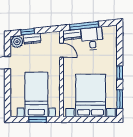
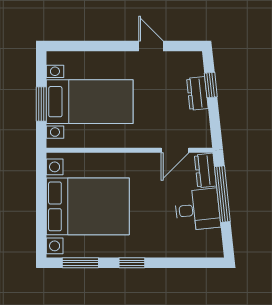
plant: (17, 42) -> (192, 64), removed

